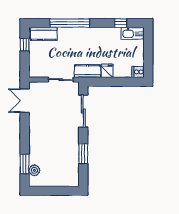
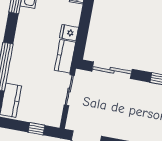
window: (25, 45) -> (36, 129), moved

